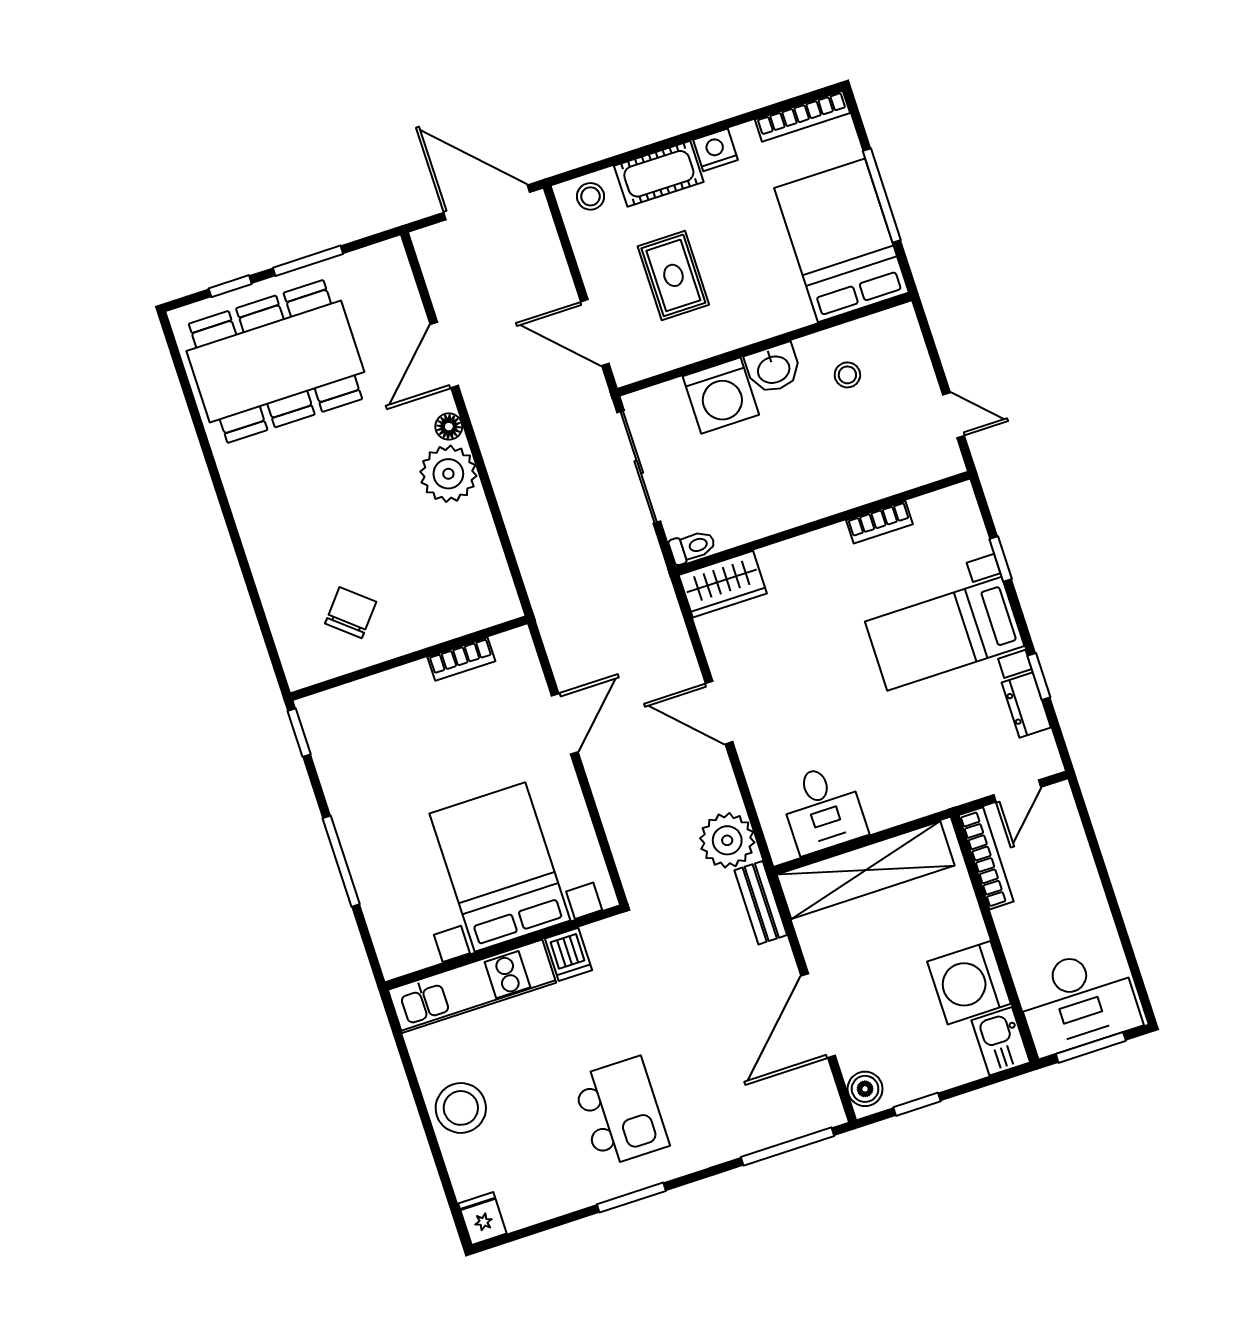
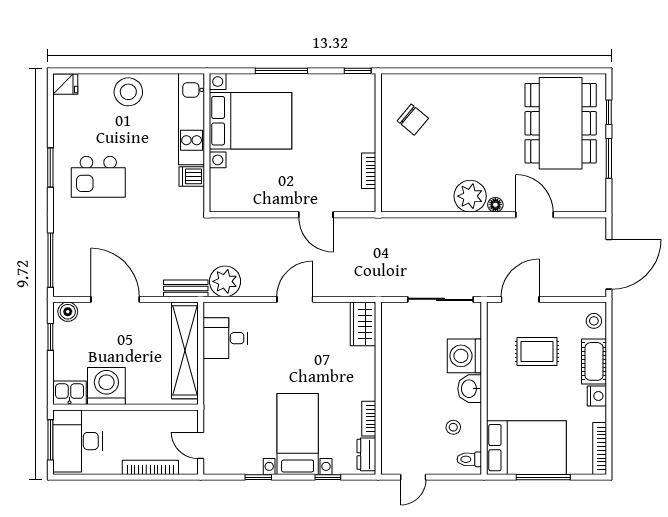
toilet: (692, 547) -> (469, 459), moved, turned 90
dresser: (1026, 705) -> (366, 454), moved, turned -90
bookcase: (986, 858) -> (150, 467), moved, turned 180
bed with nightstands: (500, 867) -> (251, 121), moved

